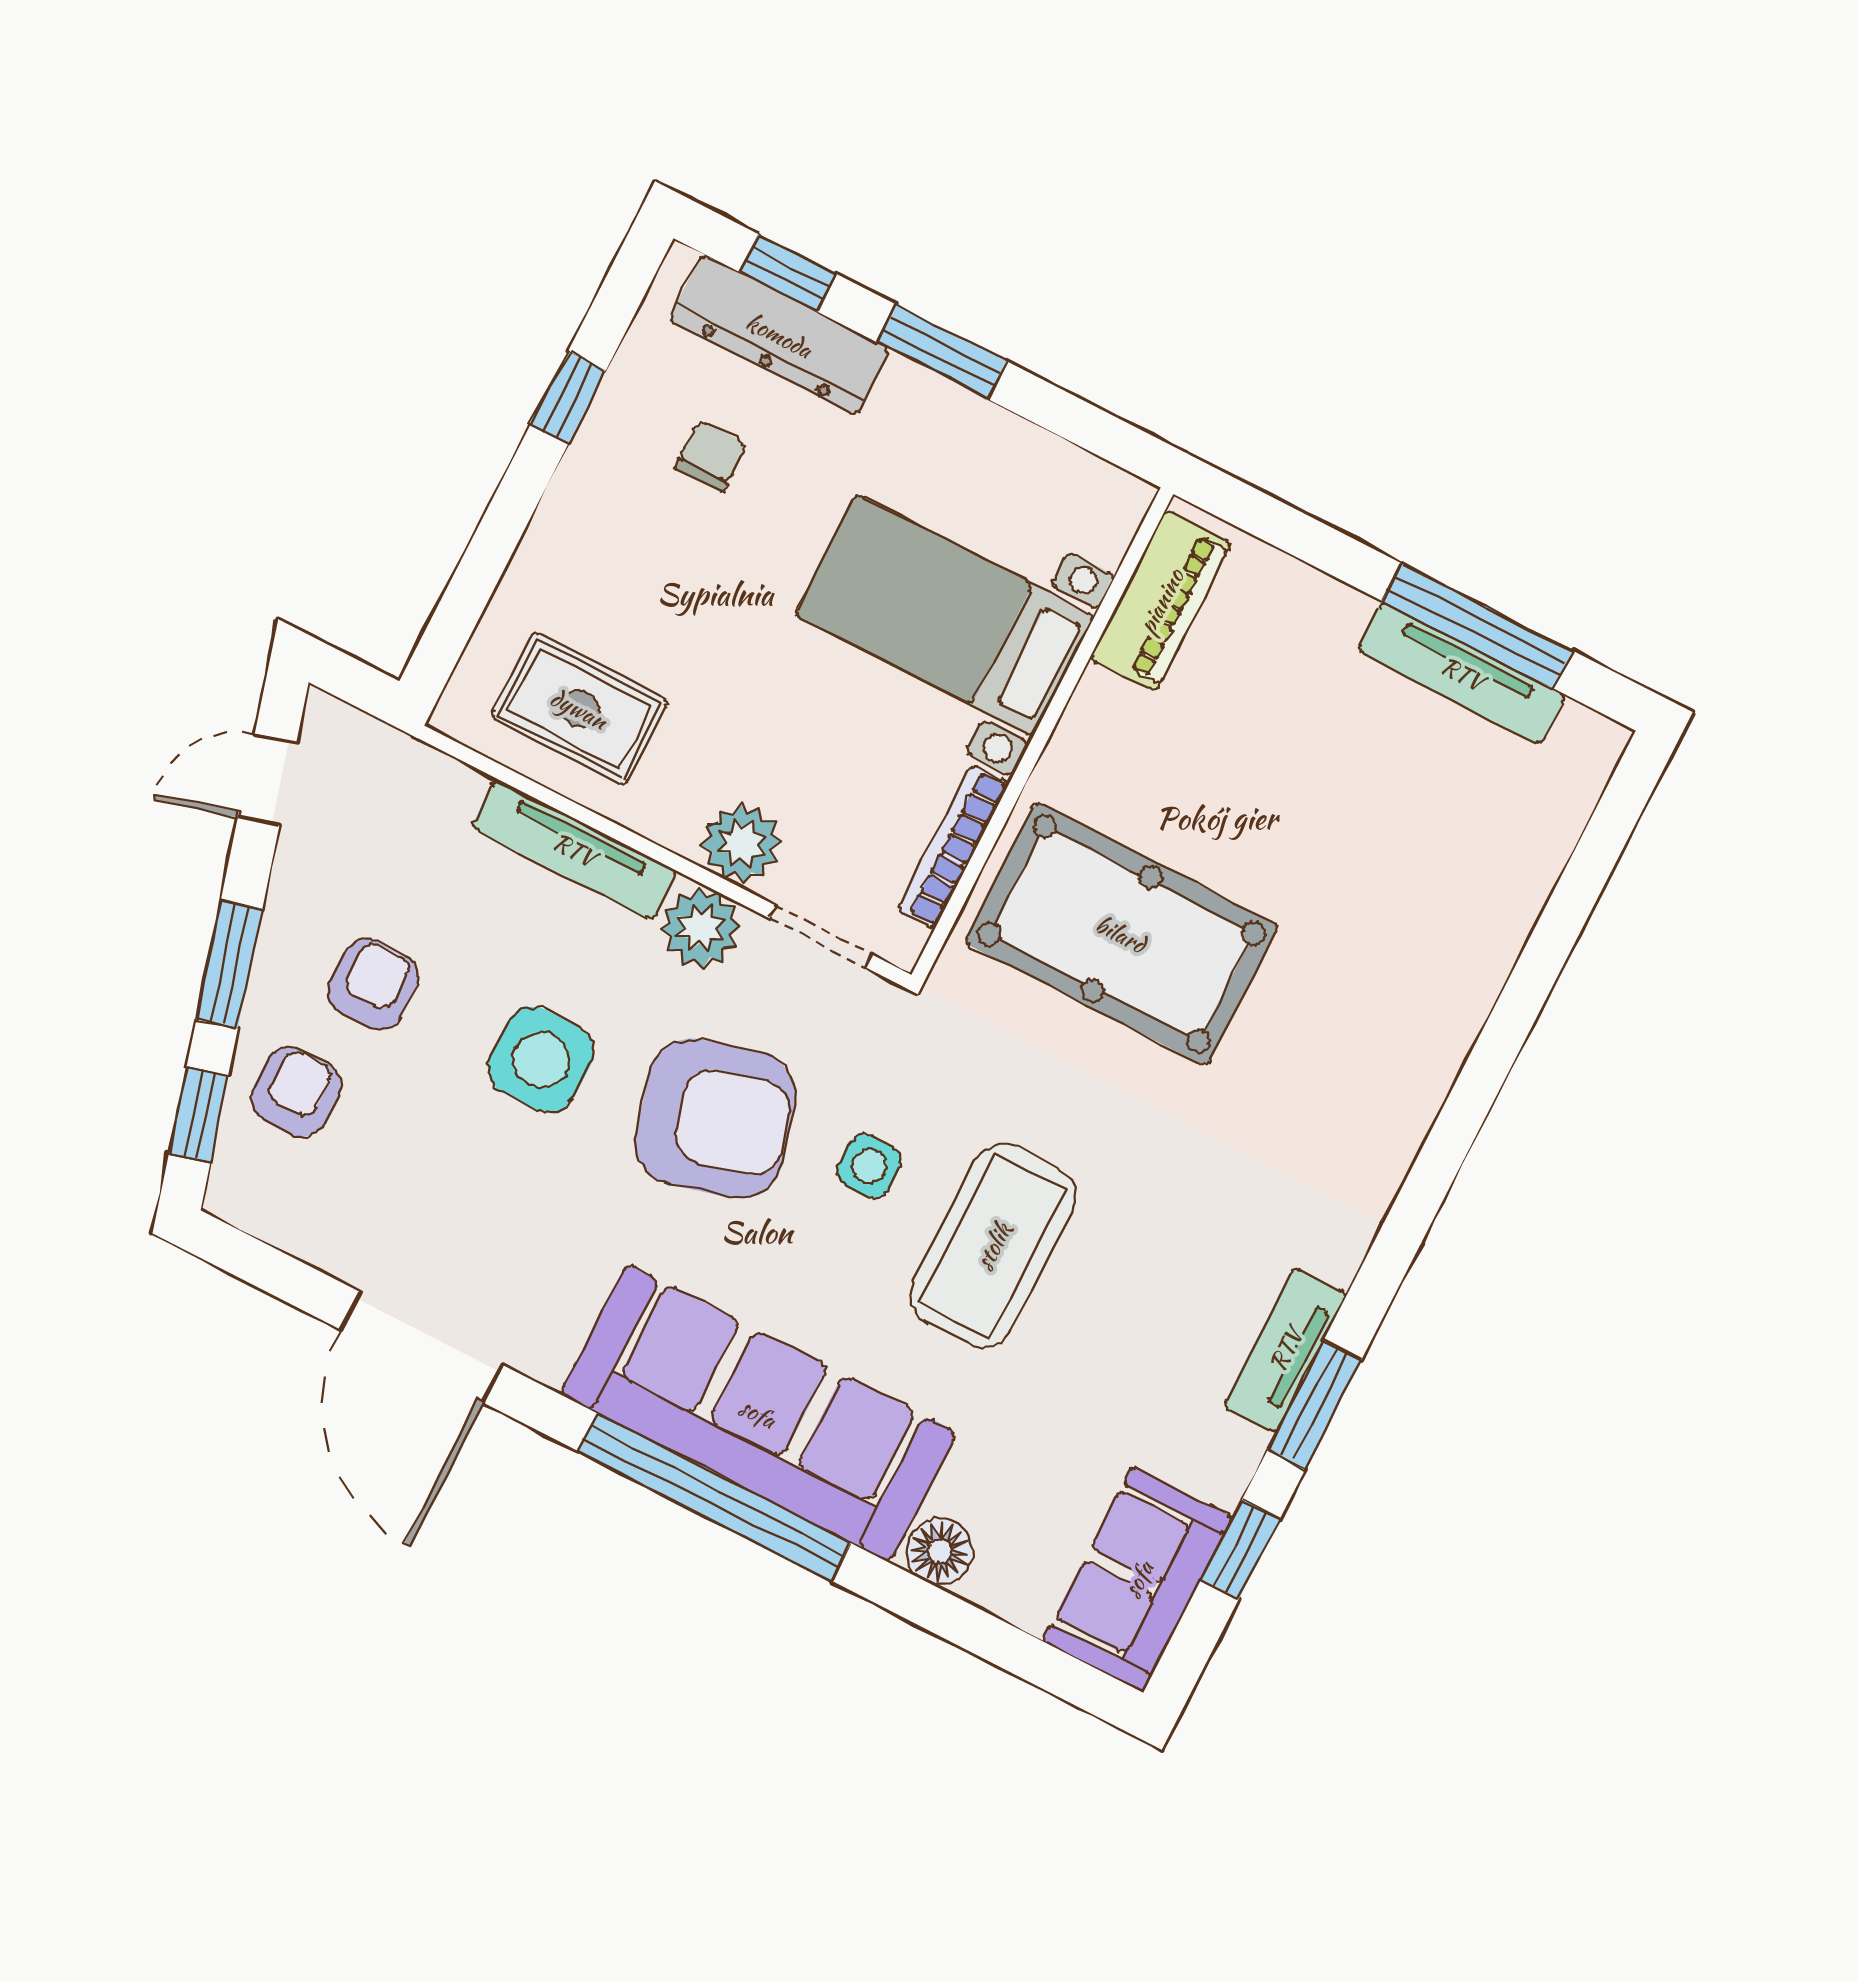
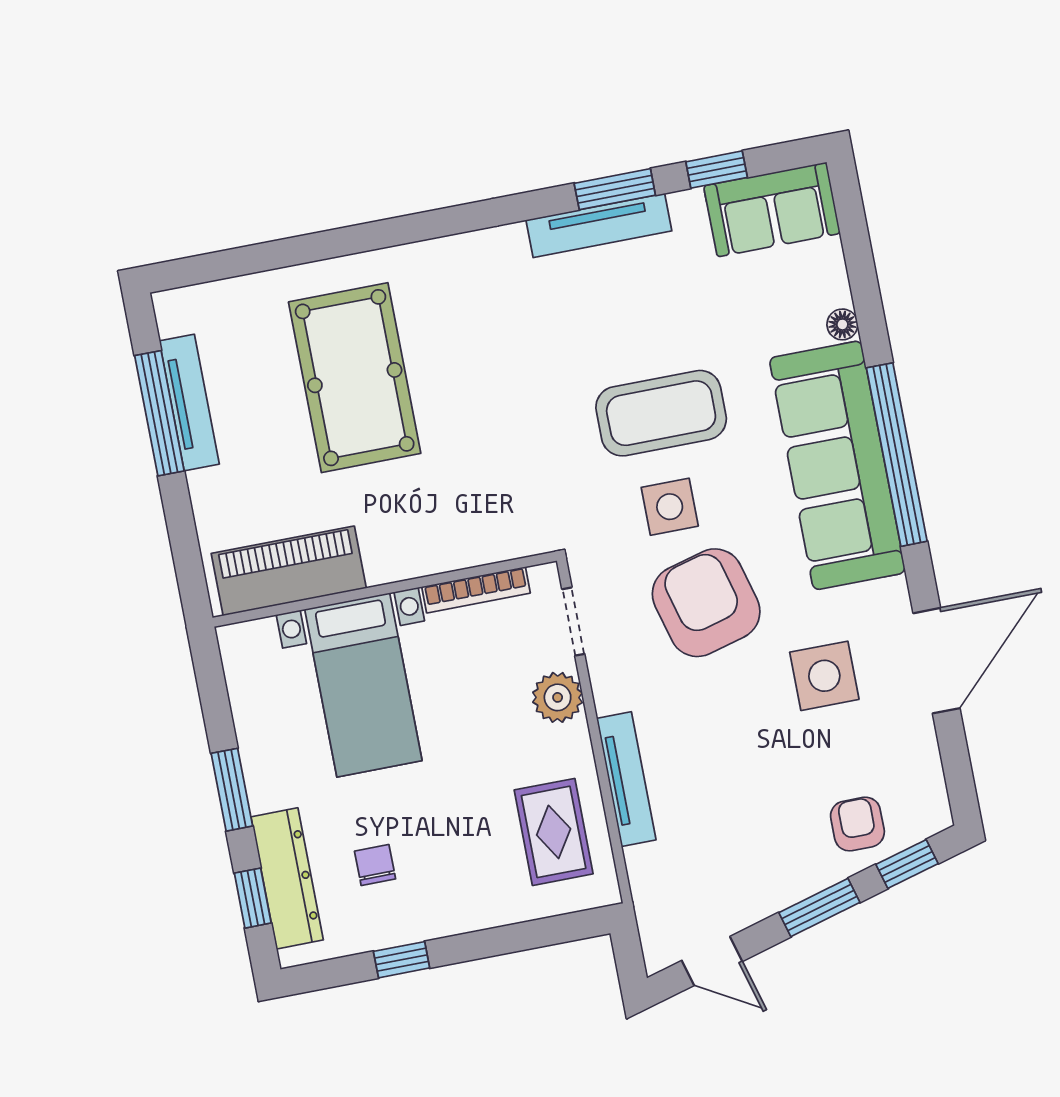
chair: (711, 456) -> (375, 865), turned 90
piano: (1161, 601) -> (289, 571), width x1.37, depth x1.33
plant: (701, 928) -> (616, 685), removed
pool table: (1121, 934) -> (355, 378), moved
armchair: (373, 984) -> (773, 827), removed
side table: (541, 1060) -> (824, 676), moved
armchair: (296, 1092) -> (857, 824), turned 90
side table: (869, 1166) -> (670, 507), width x1.37, depth x1.37
tv unit: (1285, 1350) -> (599, 225), width x1.41
floor lamp: (940, 1552) -> (842, 324), width x0.73, depth x0.73

